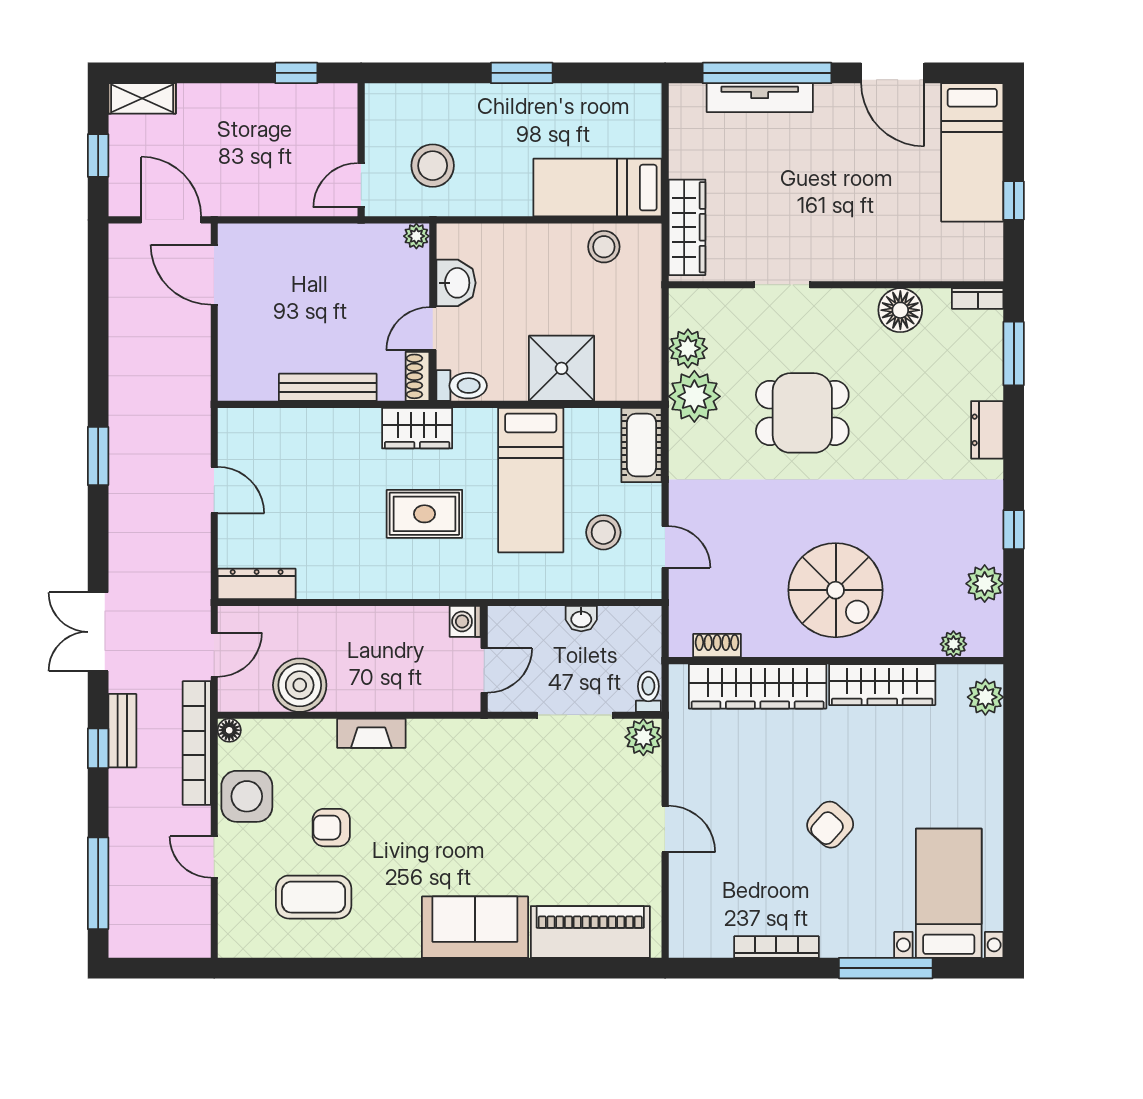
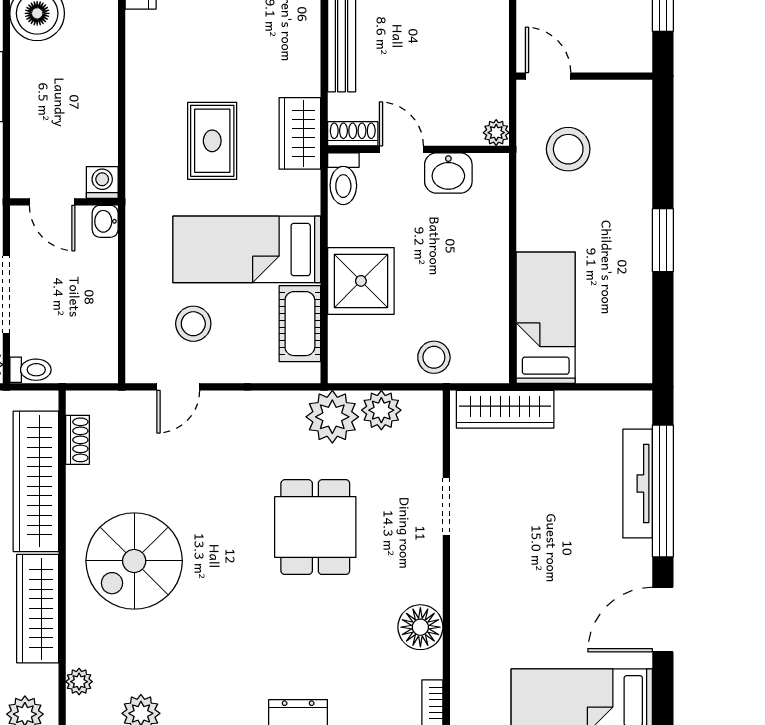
stool: (604, 247) -> (434, 357), moved
cot: (641, 445) -> (300, 324), moved, turned 90
washbasin: (581, 619) -> (105, 221), moved

